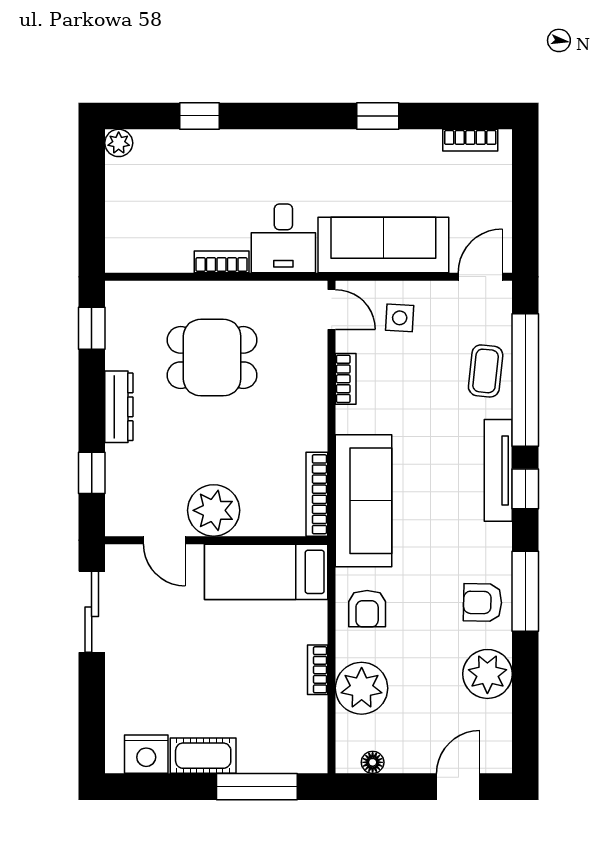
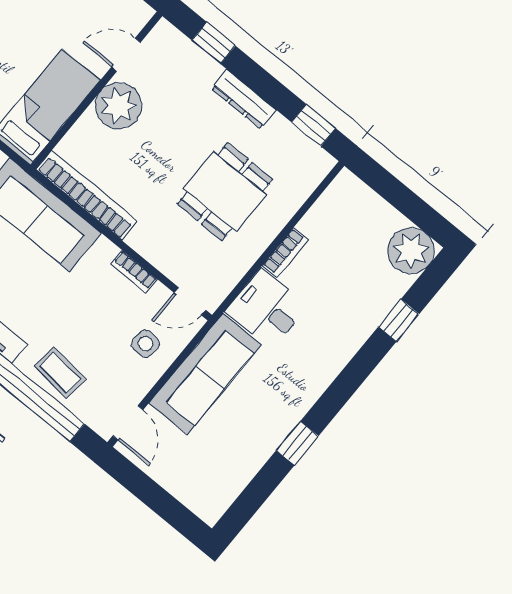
bookcase: (470, 140) -> (228, 493), removed
plant: (119, 143) -> (411, 251), width x1.88, depth x1.88
bookcase: (317, 494) -> (87, 195), width x1.48, depth x1.31

